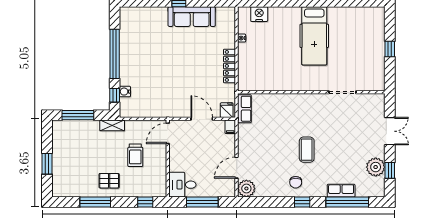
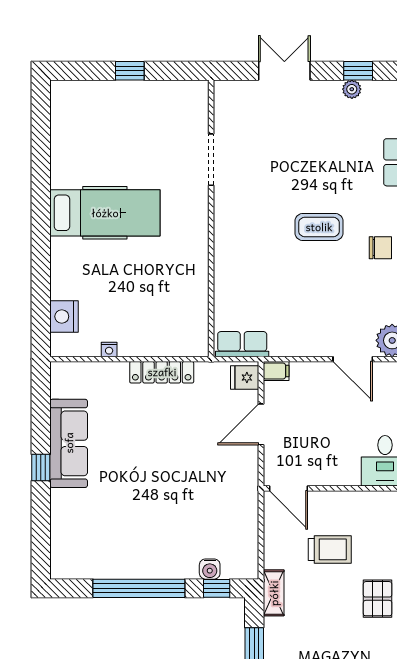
plant: (376, 167) -> (352, 89), width x0.53, depth x0.53

